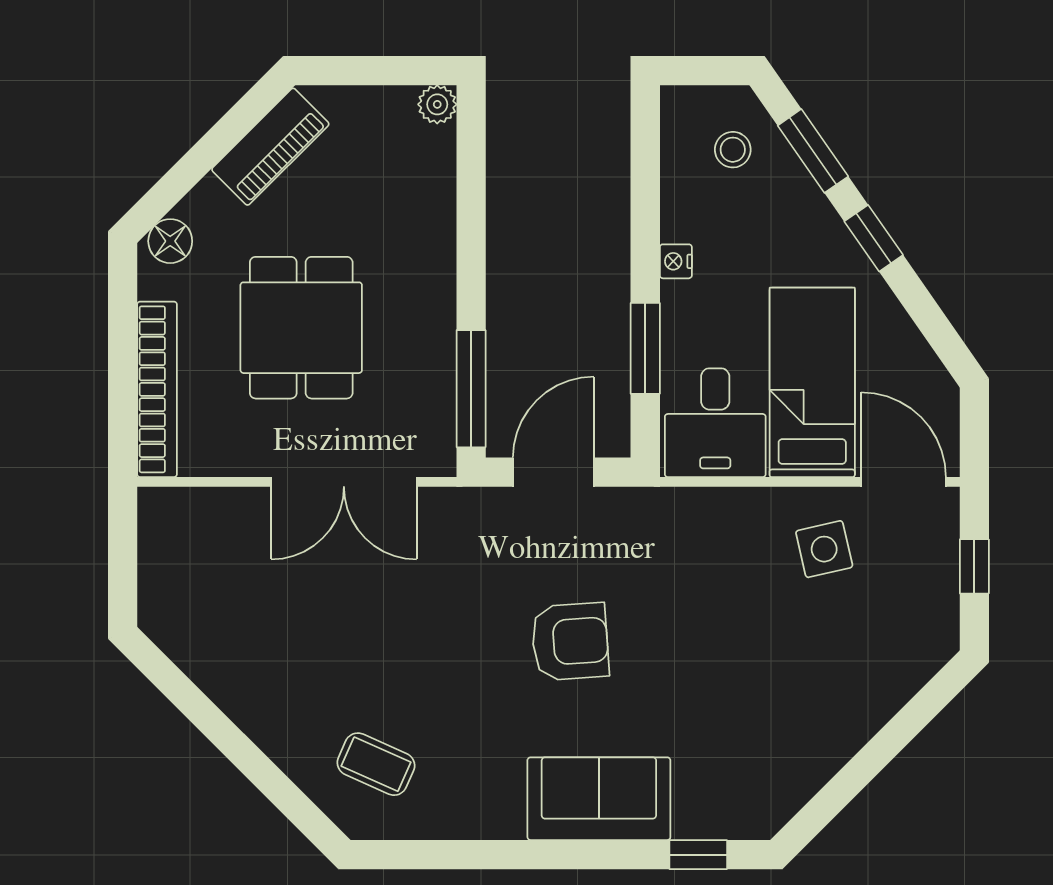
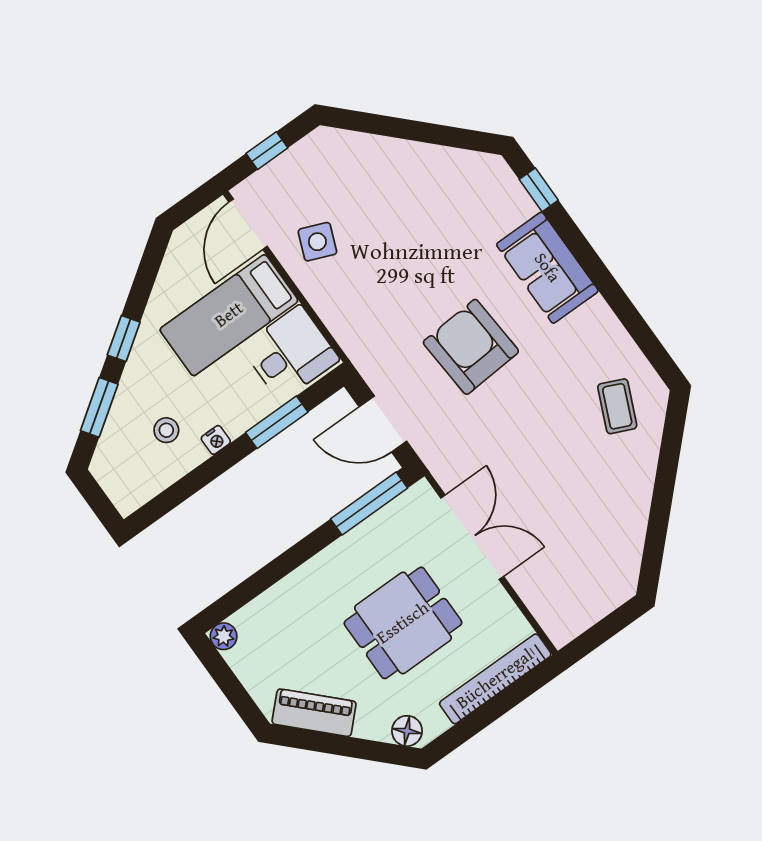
stool: (733, 150) -> (166, 430), moved
side table: (824, 549) -> (317, 242), turned 35
armchair: (570, 642) -> (471, 347), width x1.36, depth x1.36

